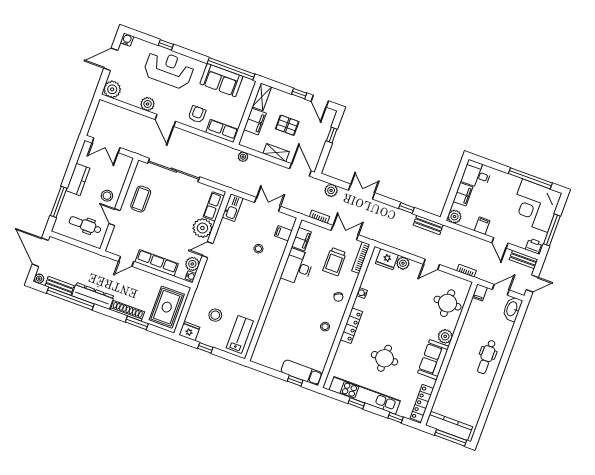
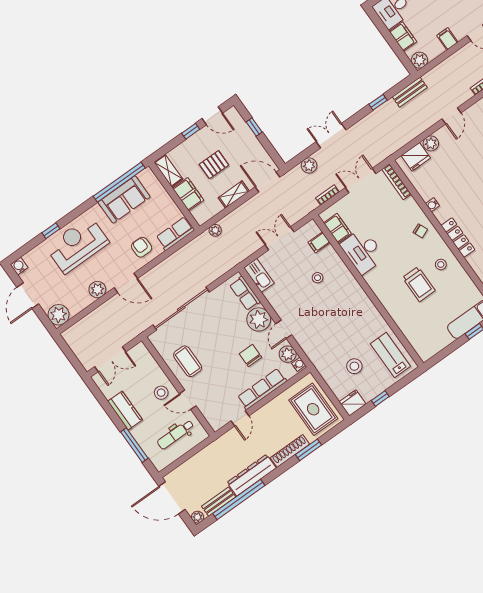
chair: (174, 239) -> (251, 356), added
trolley: (335, 262) -> (419, 284), moved

